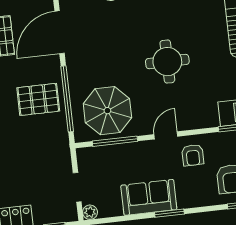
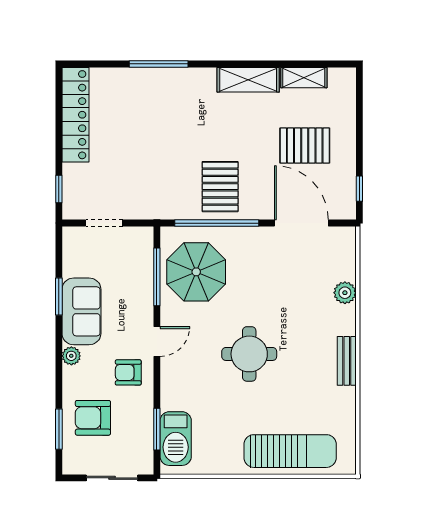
door: (166, 135) -> (157, 341), hinge flipped
plant: (90, 212) -> (71, 356), moved
window: (169, 213) -> (59, 296), moved

